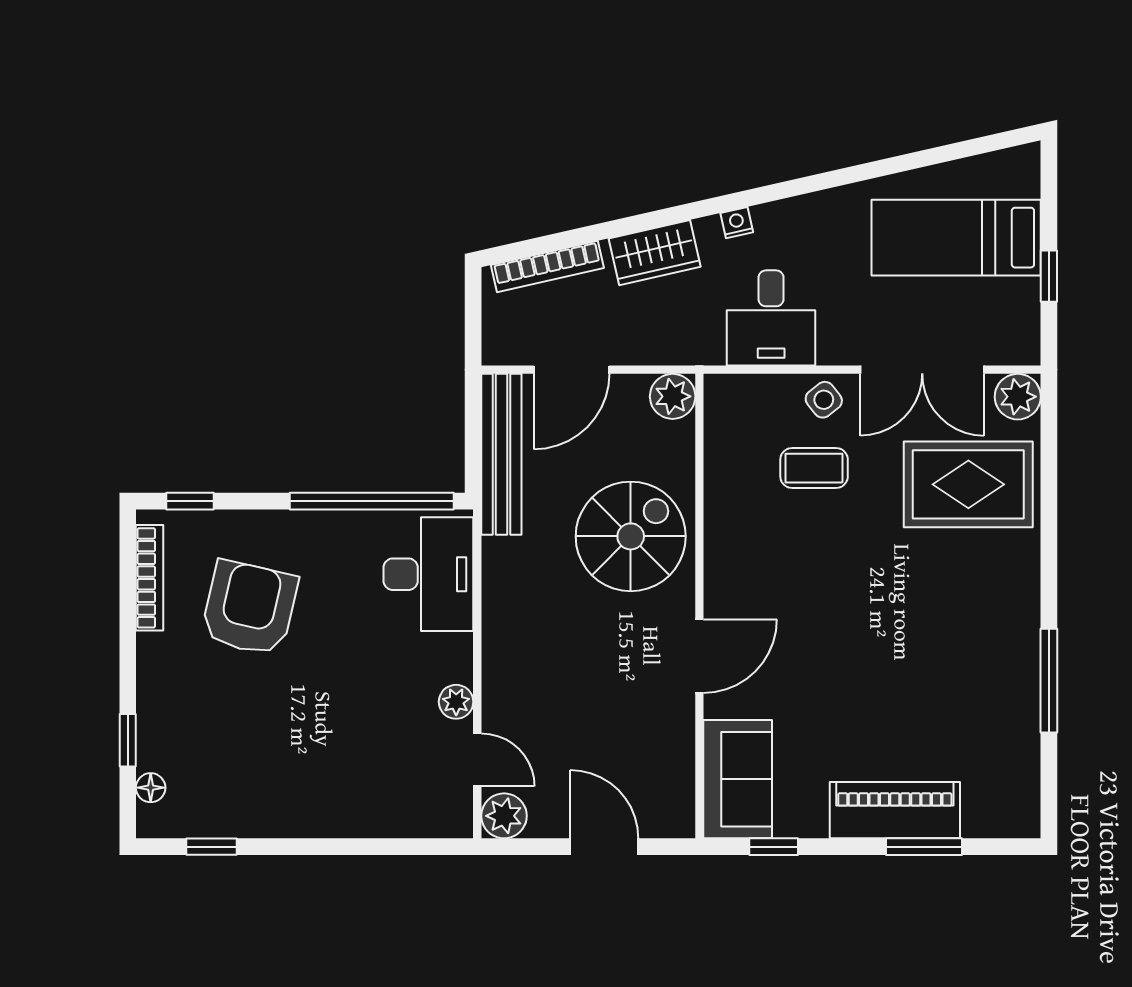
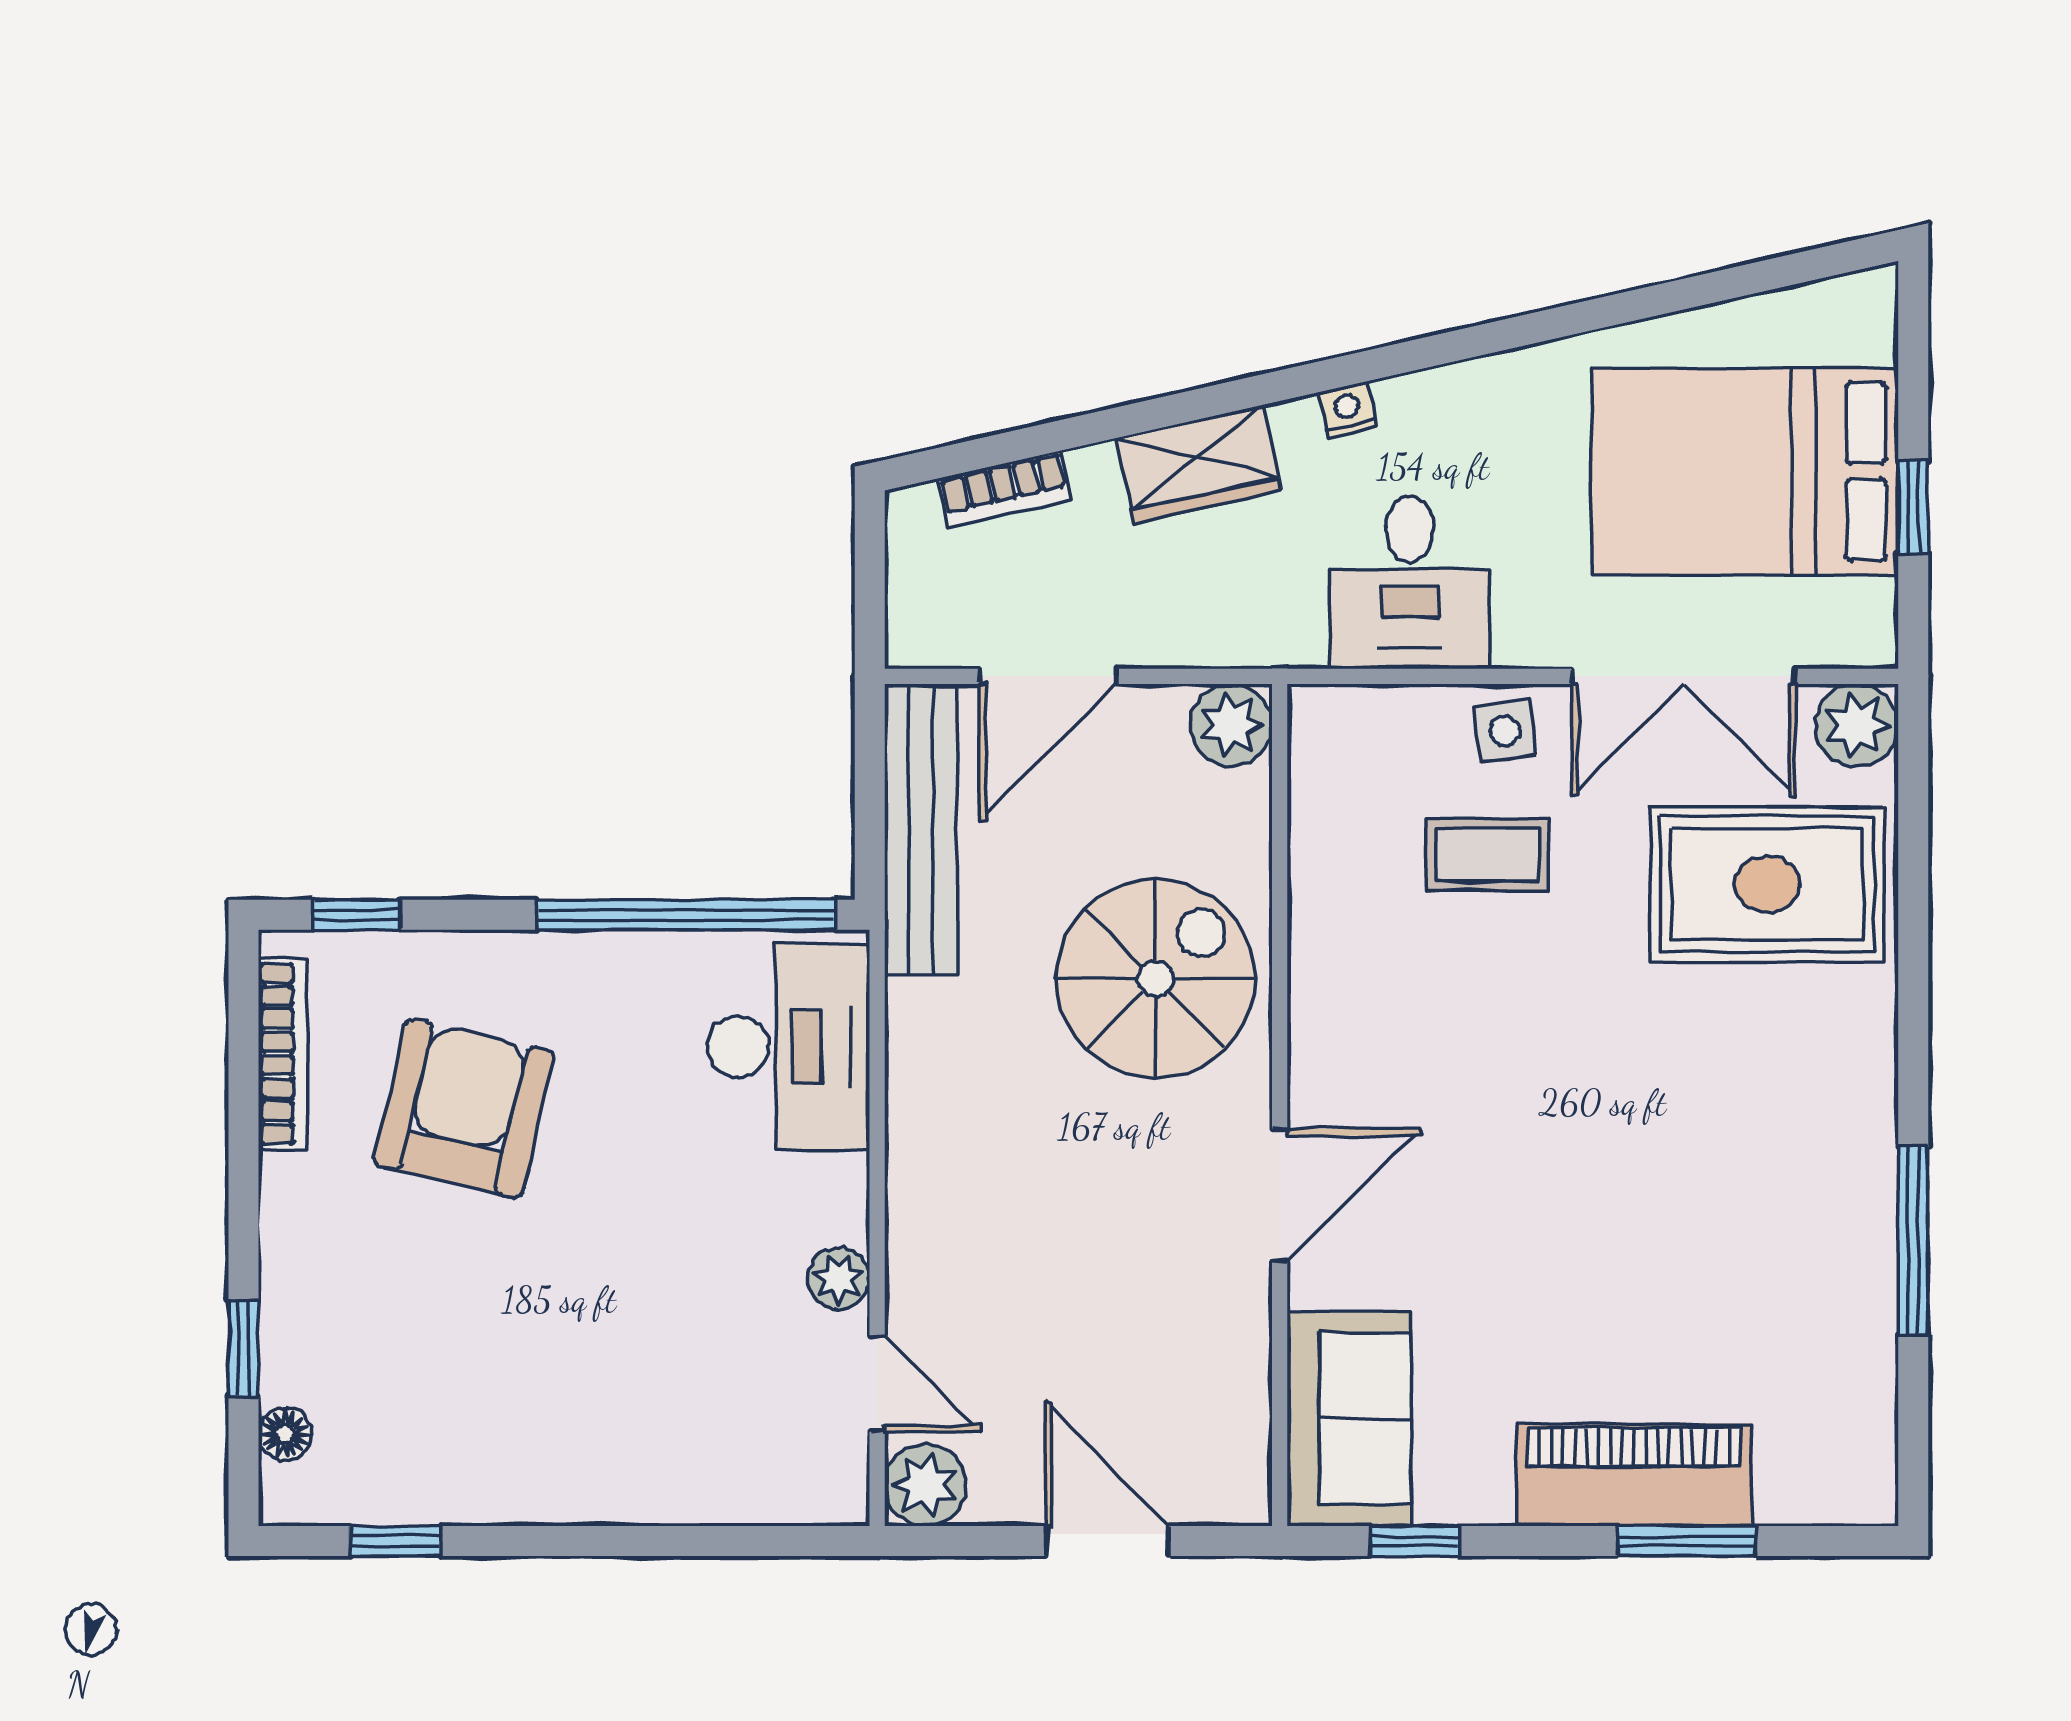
bed: (956, 238) -> (1745, 471), width x1.50
bookcase: (547, 266) -> (1004, 489), width x0.64
side table: (824, 400) -> (1505, 731), turned 31

